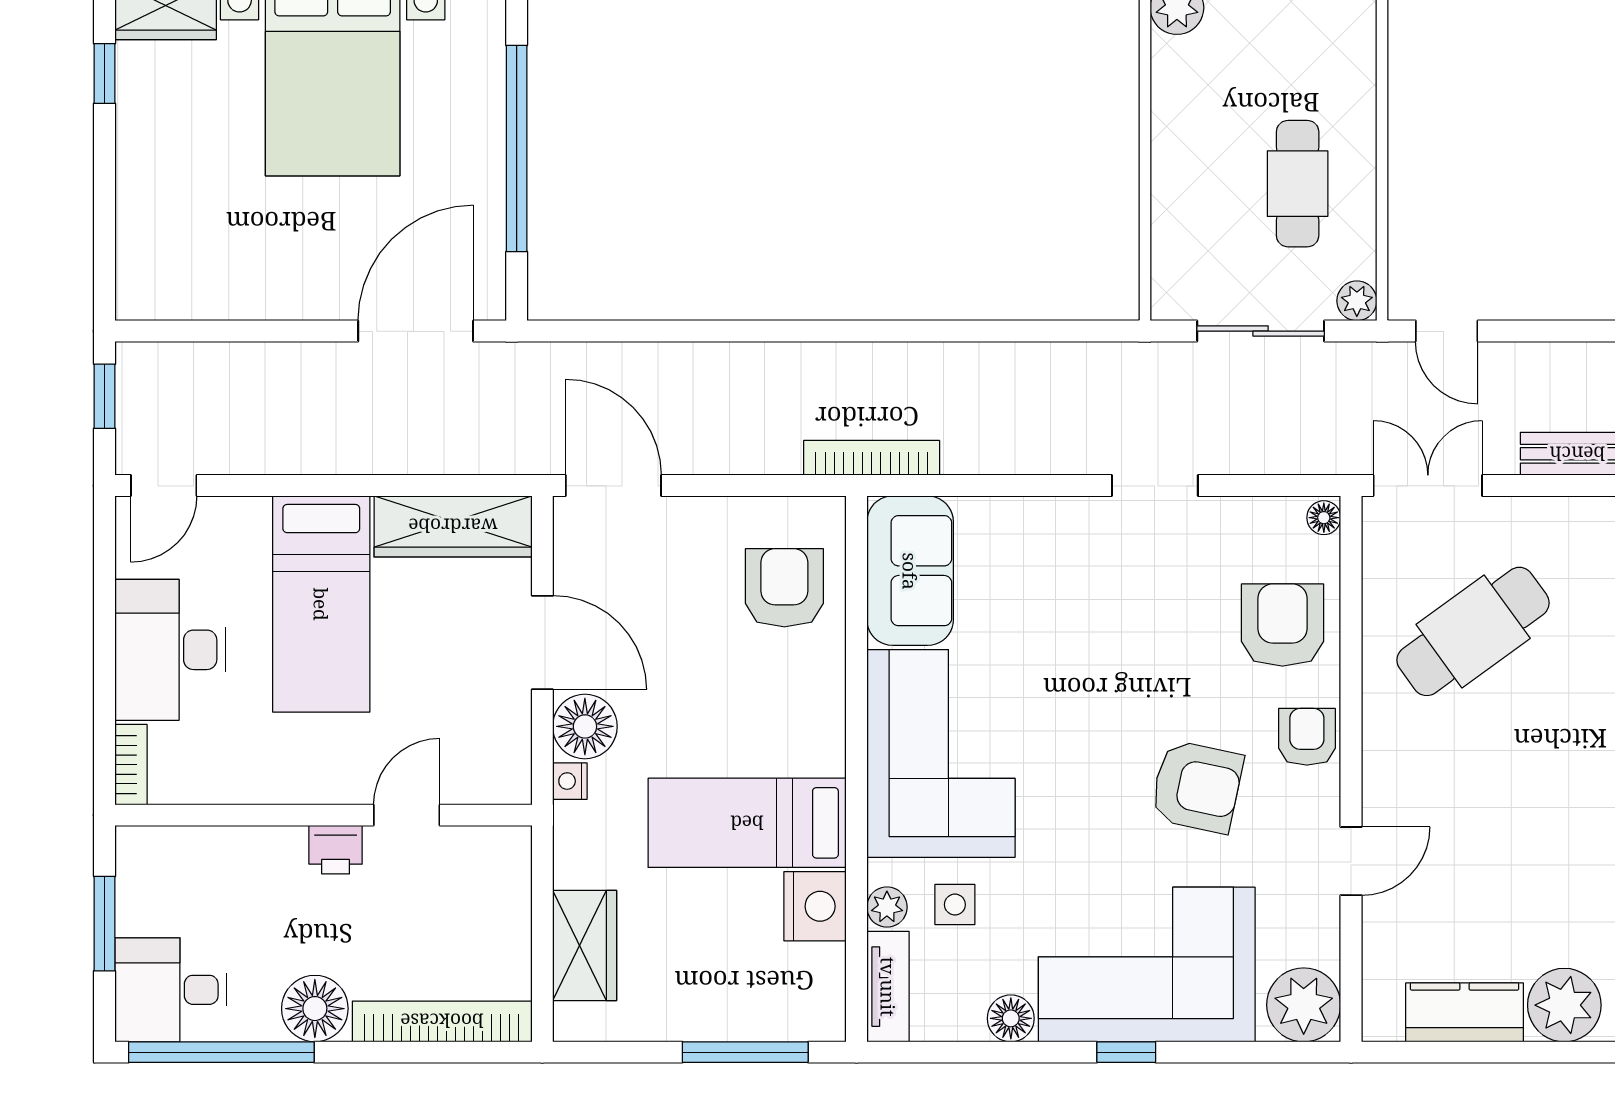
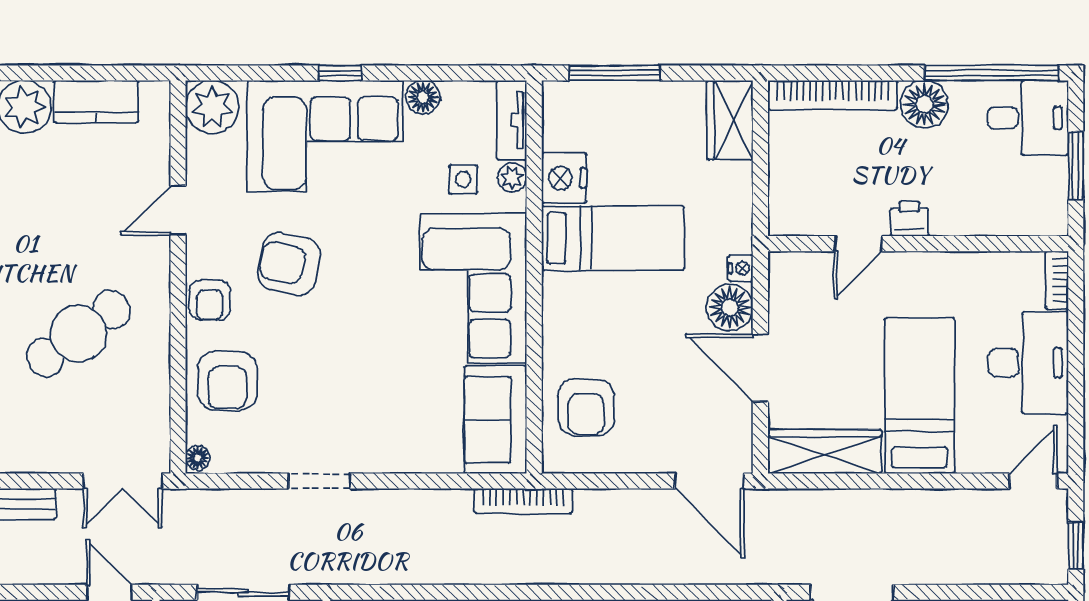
cafe table: (1473, 631) -> (78, 333), moved
wardrobe: (585, 945) -> (730, 120), moved

